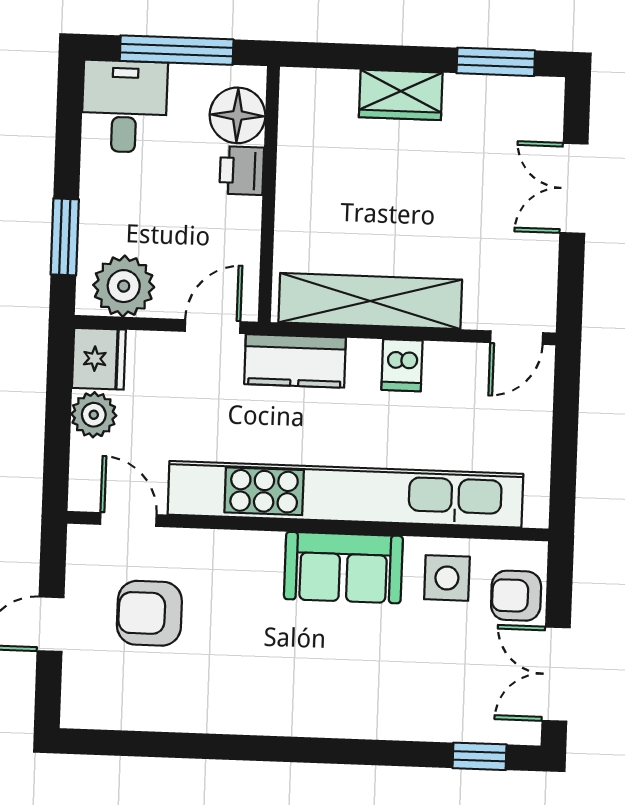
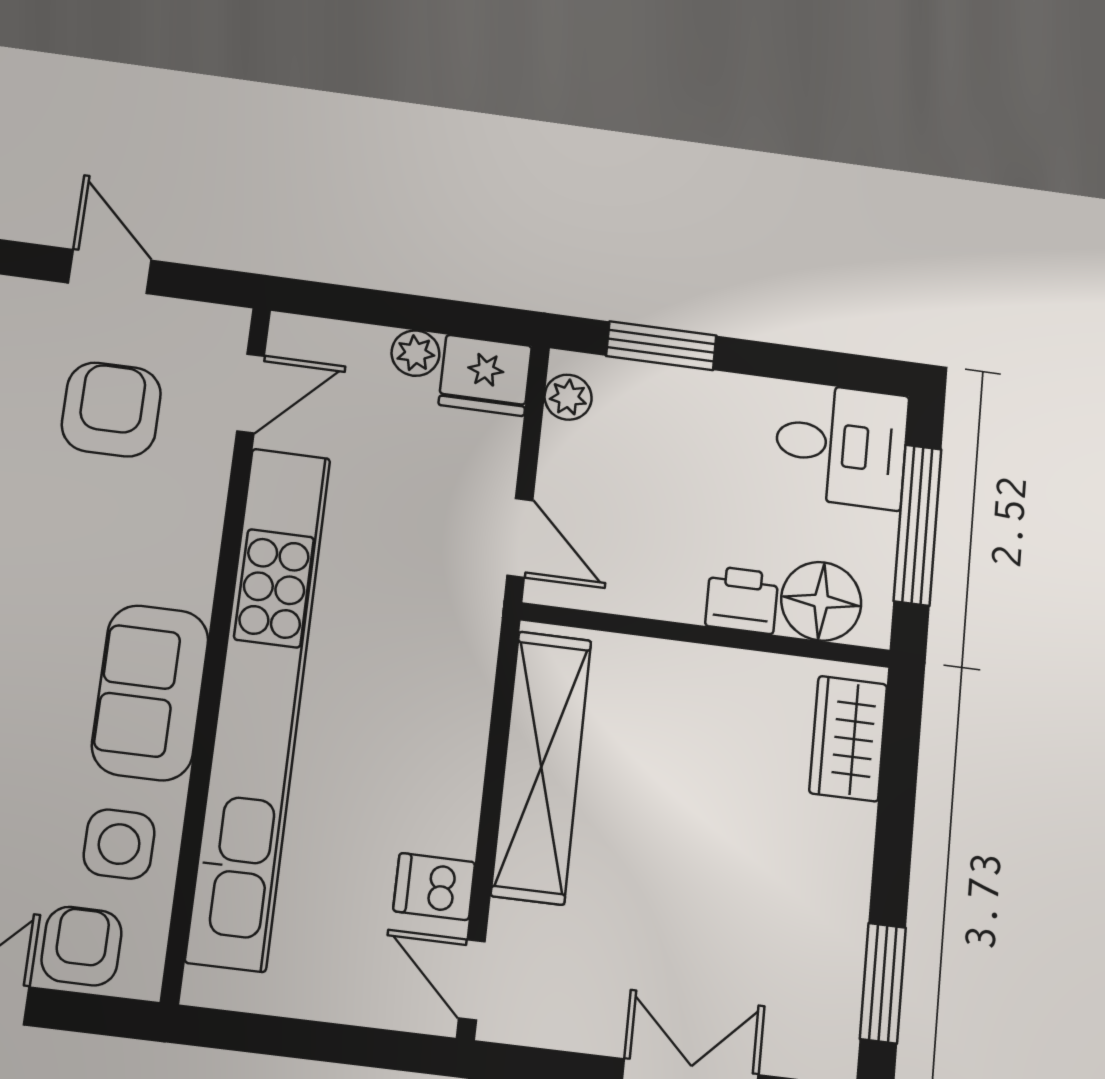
wardrobe: (401, 95) -> (848, 739), moved
plant: (124, 286) -> (568, 397), width x0.53, depth x0.53
kitchen counter: (295, 361) -> (461, 650), removed
dishwasher: (402, 365) -> (434, 887), moved
plant: (94, 415) -> (415, 353), width x0.73, depth x0.73

